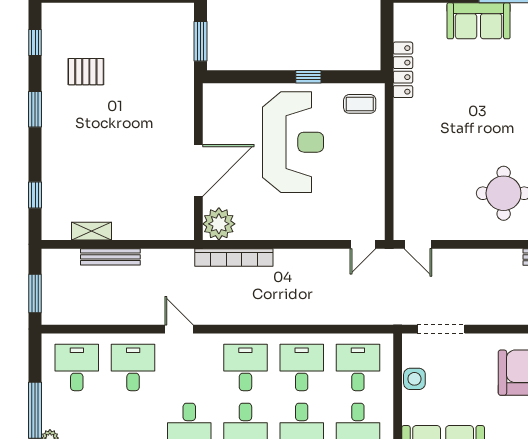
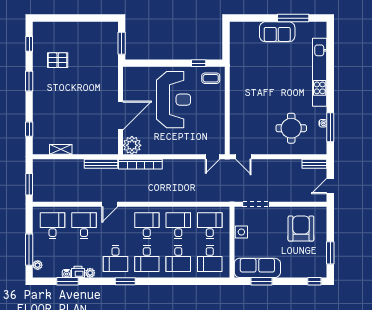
locker: (403, 70) -> (235, 59), removed
window: (308, 77) -> (199, 63), moved
bench: (110, 257) -> (101, 164), moved
door: (179, 329) -> (110, 204), swing flipped

